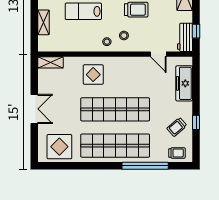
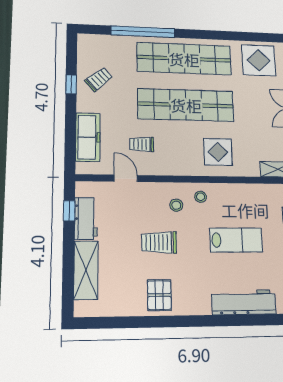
workbench: (185, 37) -> (86, 219), moved
trolley: (177, 153) -> (142, 144), moved

